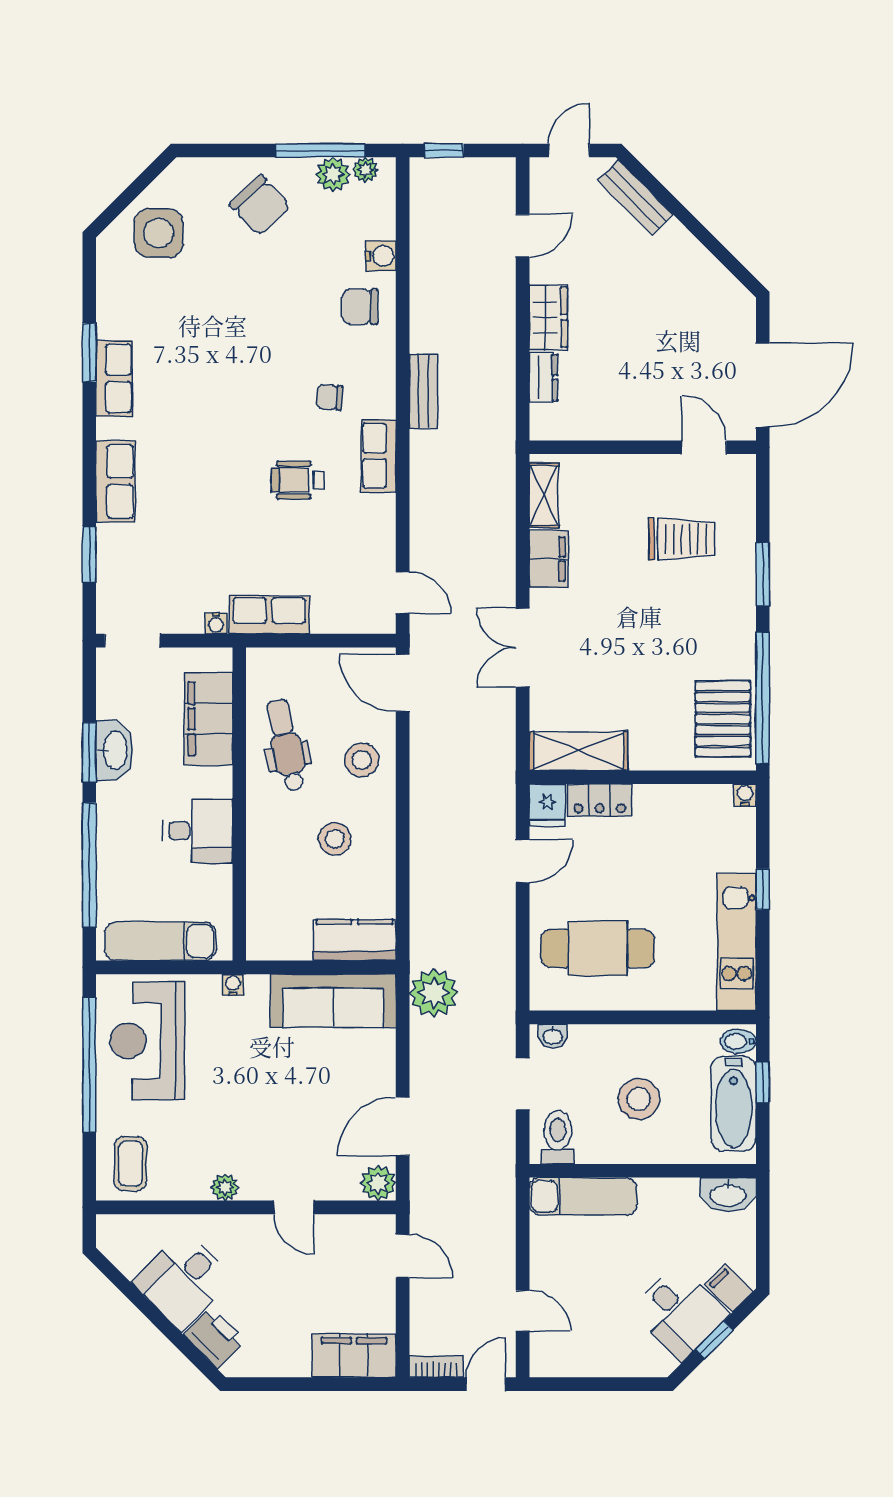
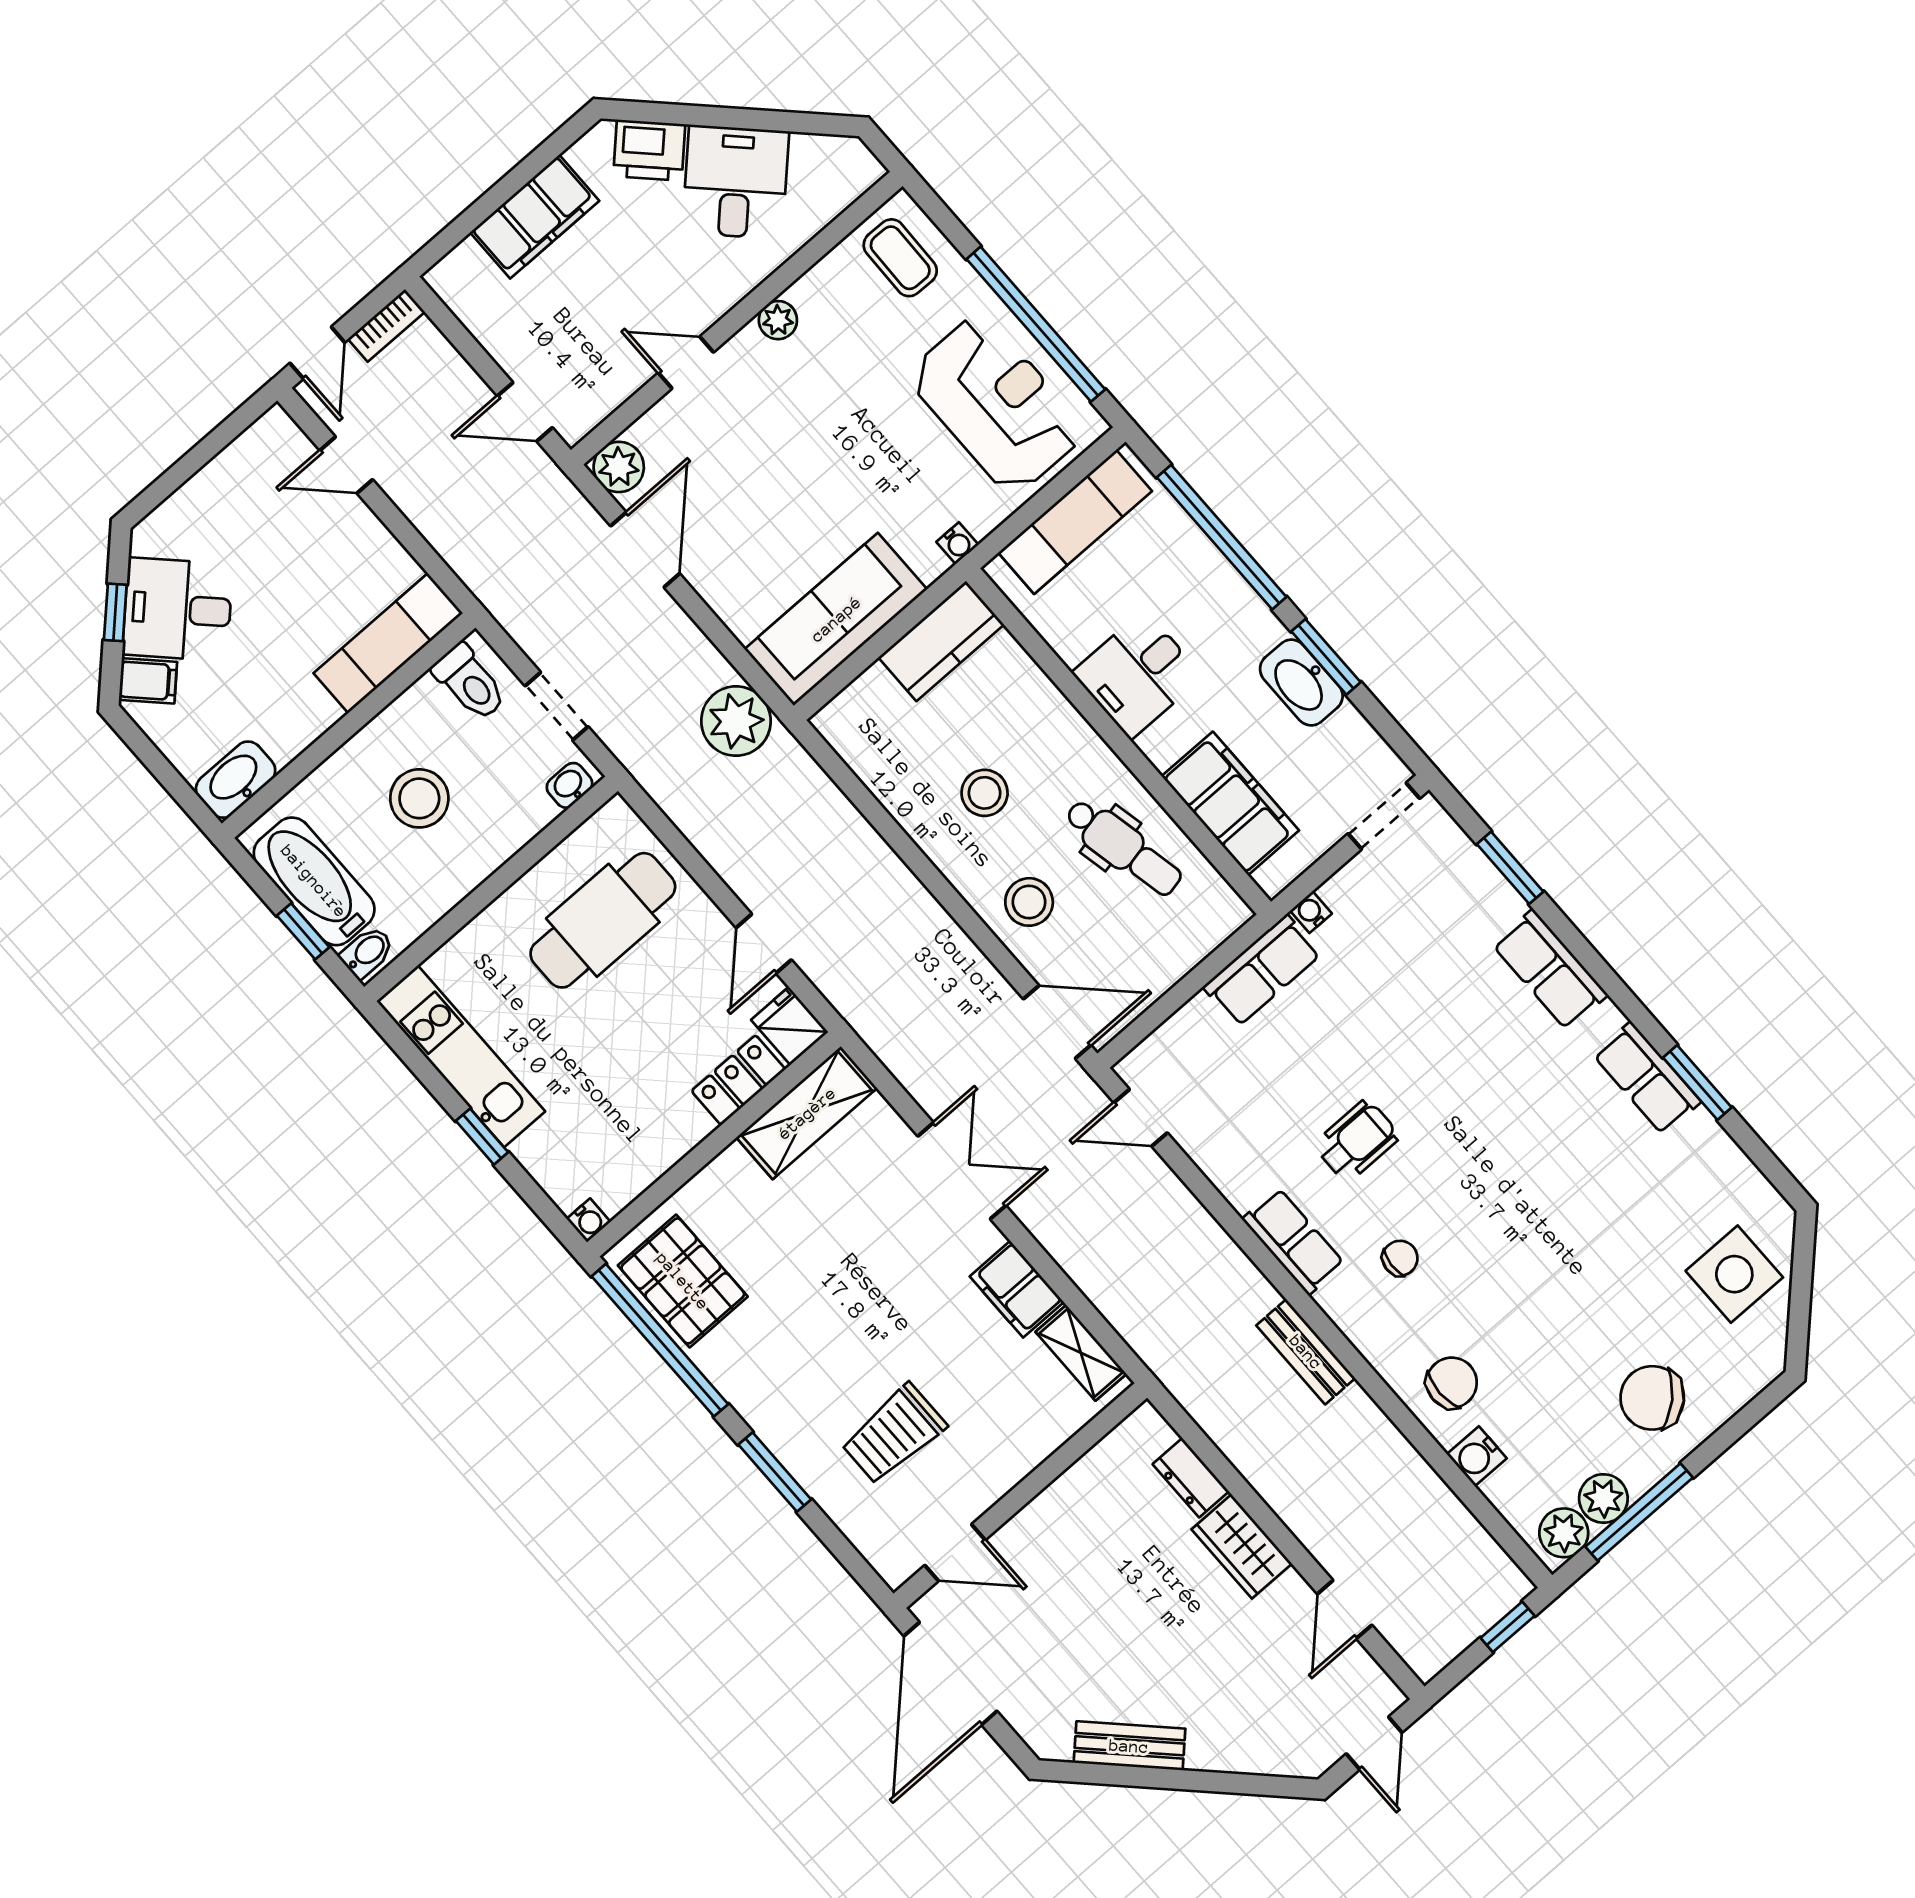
plant: (365, 170) -> (1564, 1533), width x1.38, depth x1.38
bench: (636, 198) -> (1129, 1746), moved
kitchen counter: (355, 940) -> (941, 641), moved
filing cabinet: (354, 1356) -> (535, 217), moved

